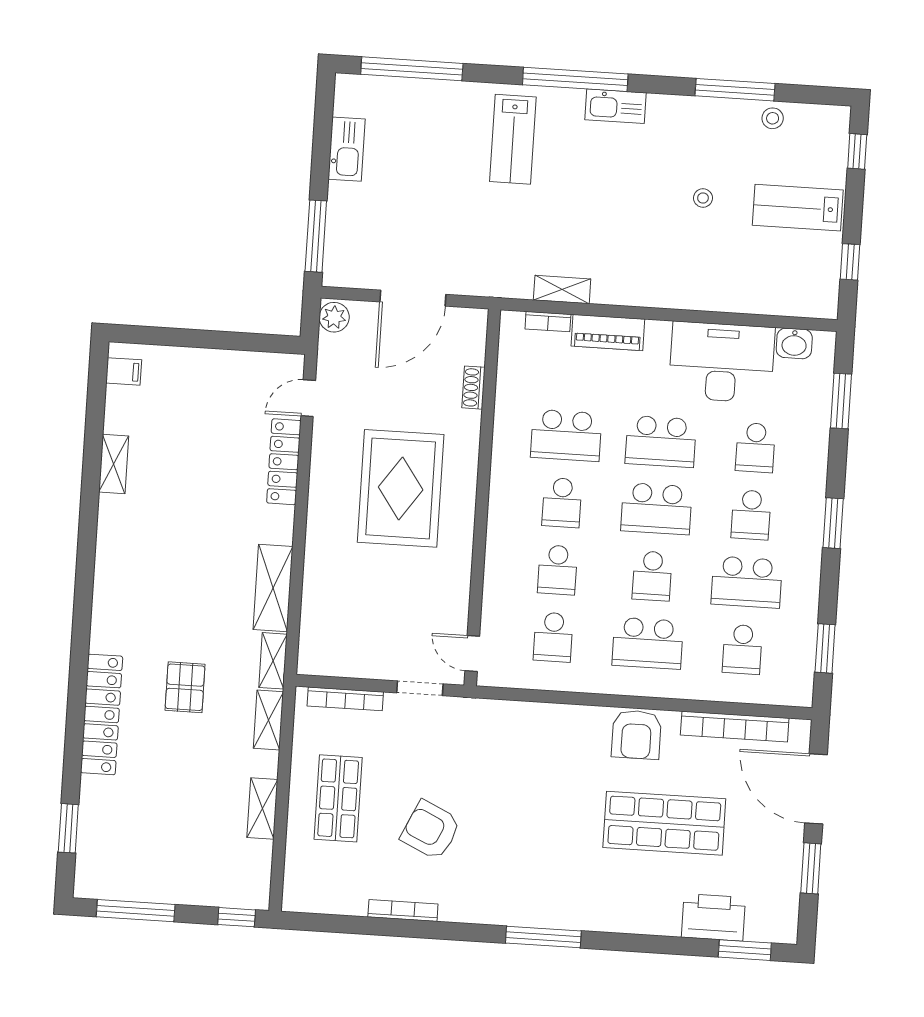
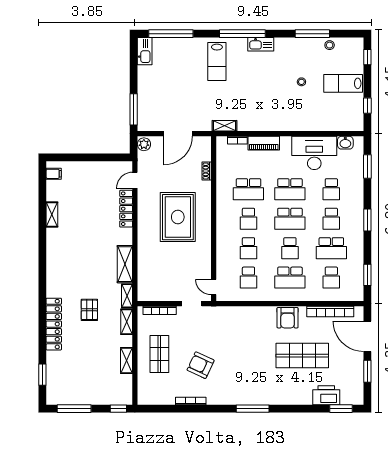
kitchen sink: (347, 149) -> (145, 51), moved
shelving: (562, 289) -> (225, 126), moved

